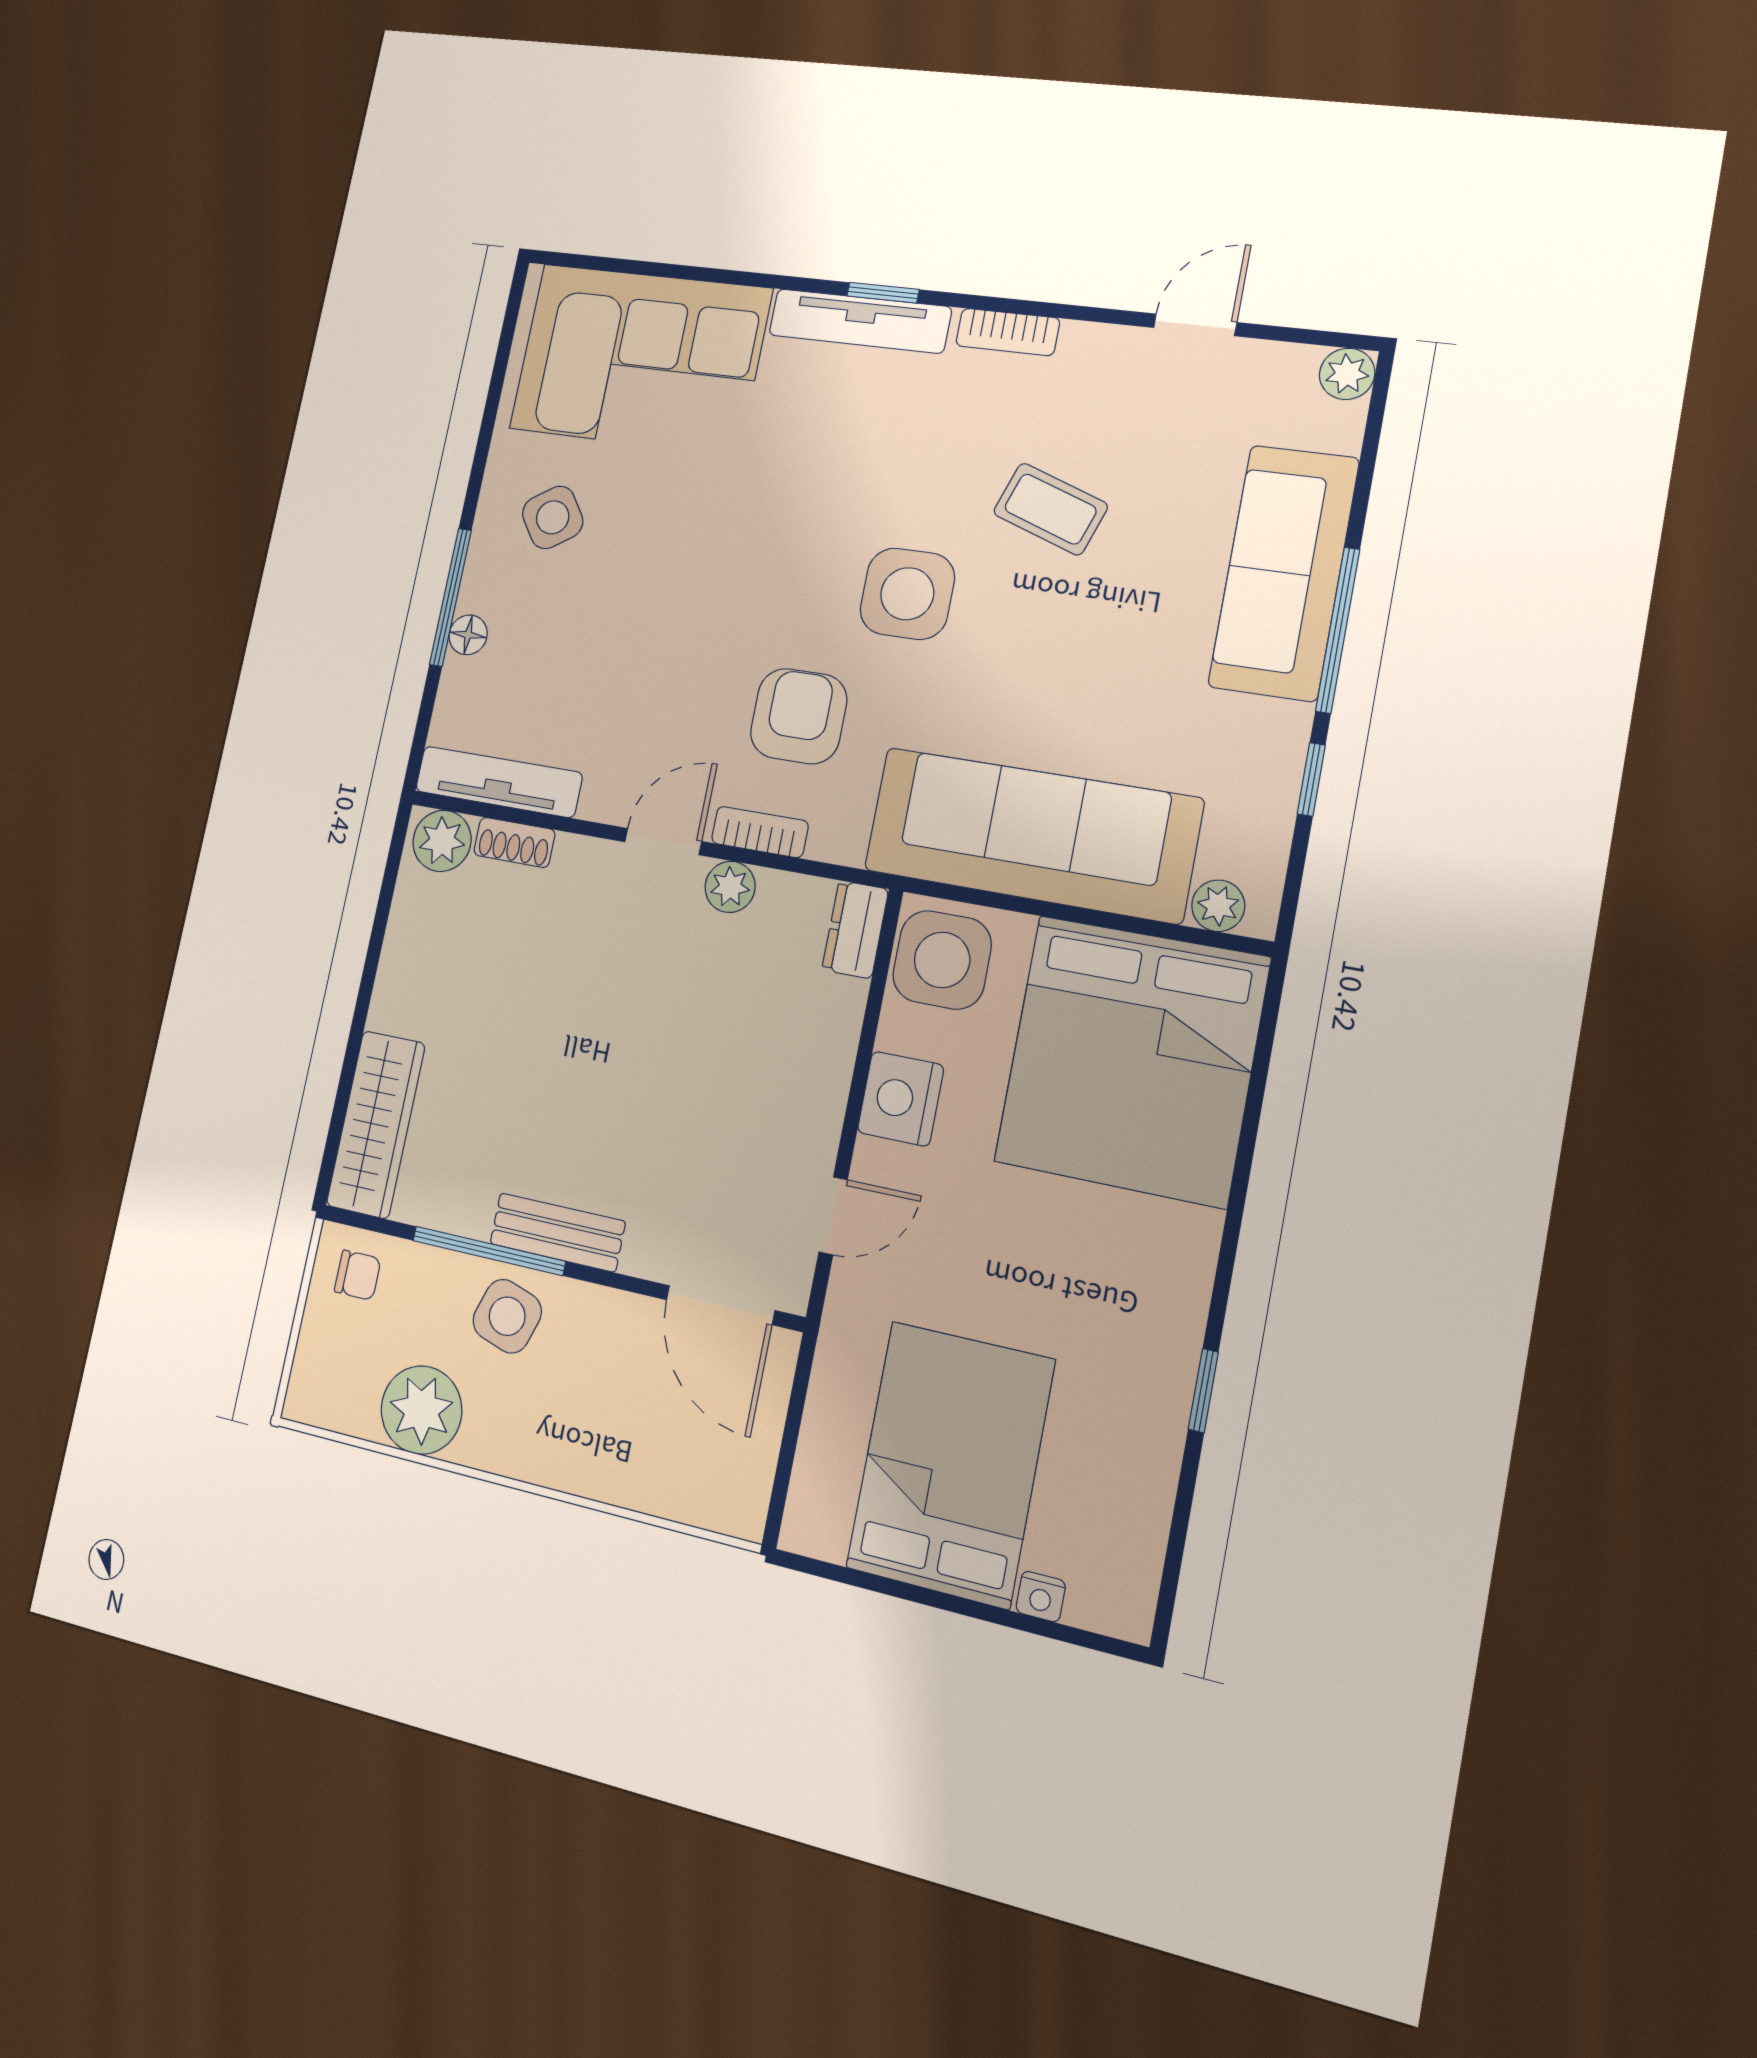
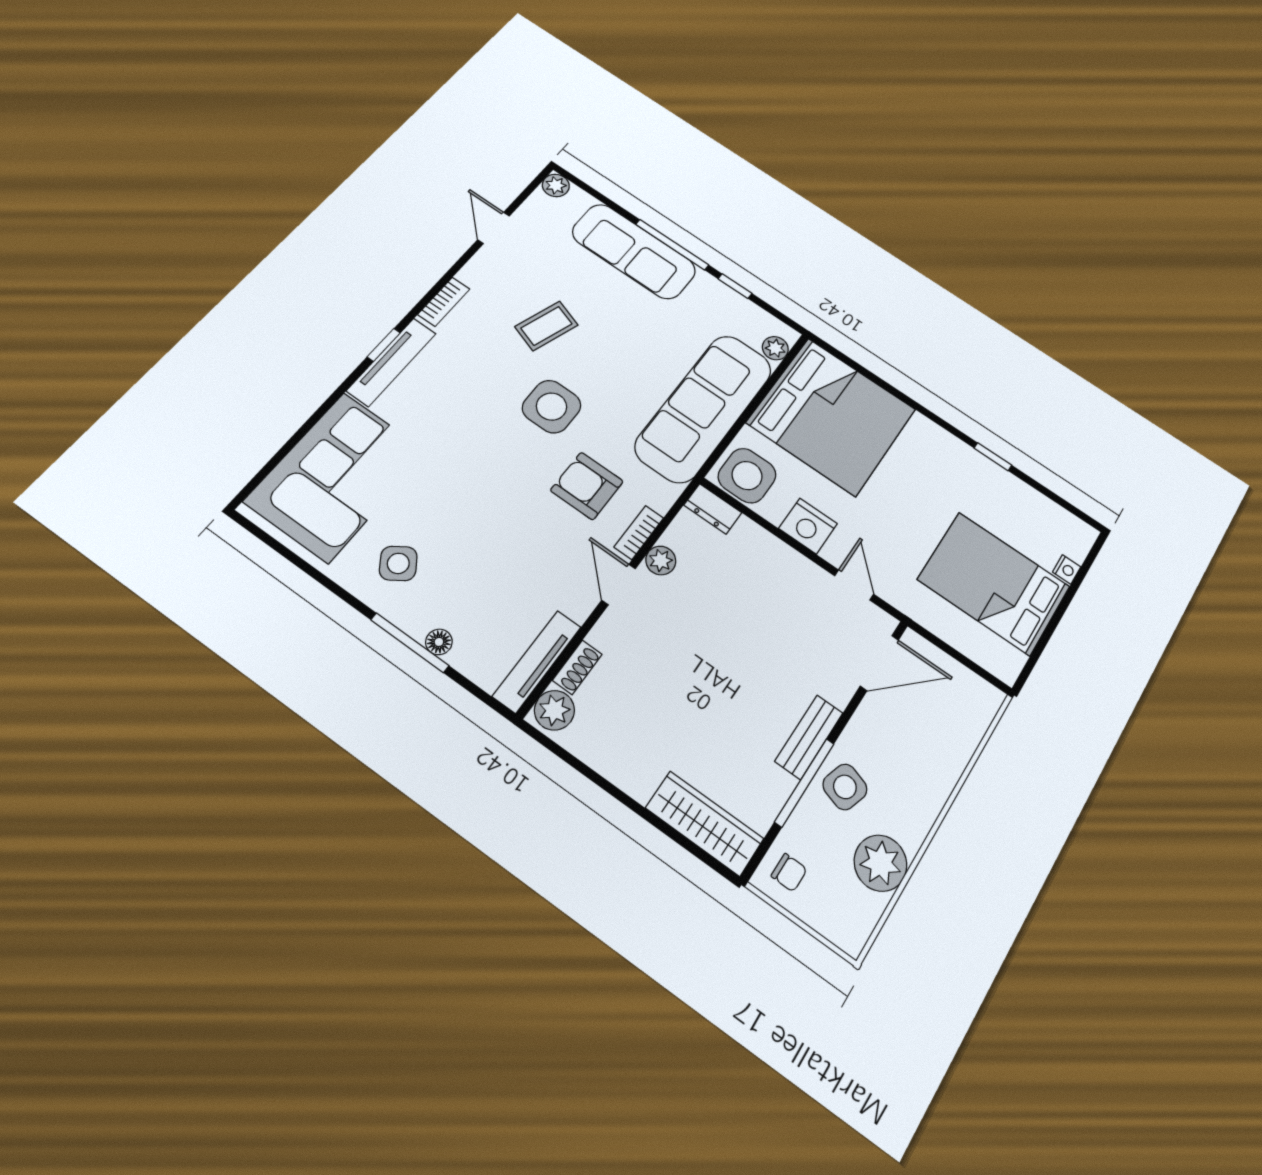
chair: (358, 1275) -> (789, 873), turned 90

